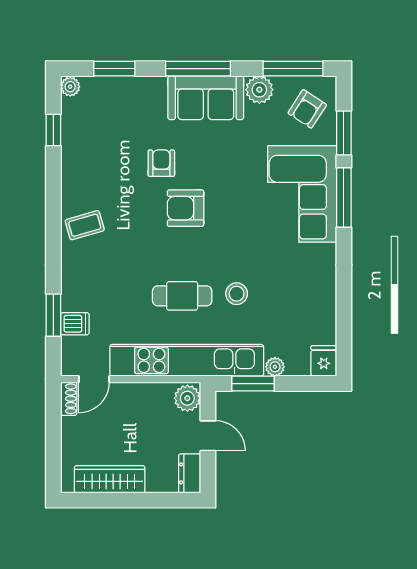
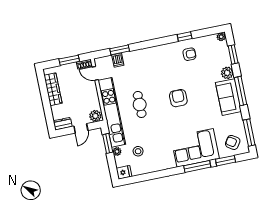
plant: (259, 90) -> (227, 73), moved
window: (53, 130) -> (185, 37), moved
armchair: (161, 163) -> (189, 54), moved
coffee table: (85, 225) -> (162, 55), removed
stool: (237, 294) -> (138, 151), moved
window: (53, 430) -> (69, 60), added

